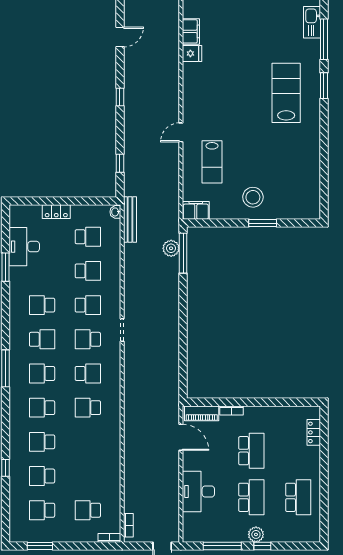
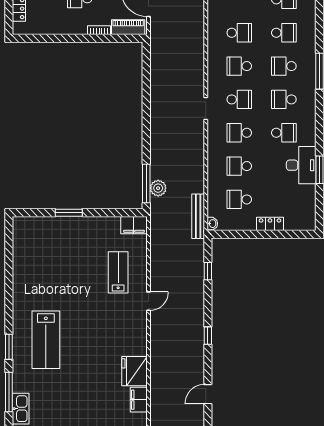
fridge: (192, 53) -> (134, 371), width x1.88, depth x1.34
stool: (253, 197) -> (78, 238), removed
desk: (24, 247) -> (301, 165), moved
school desk: (42, 373) -> (284, 66), turned 180

